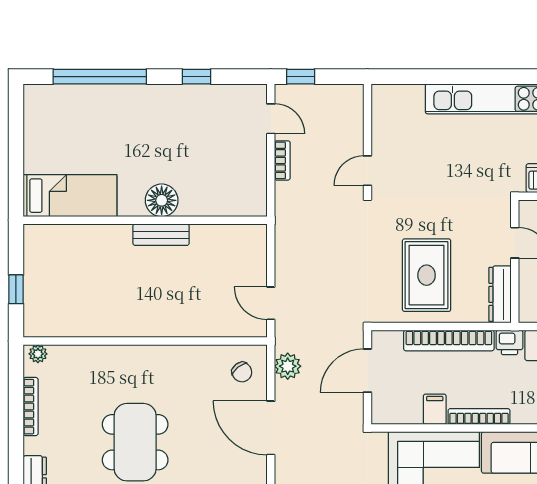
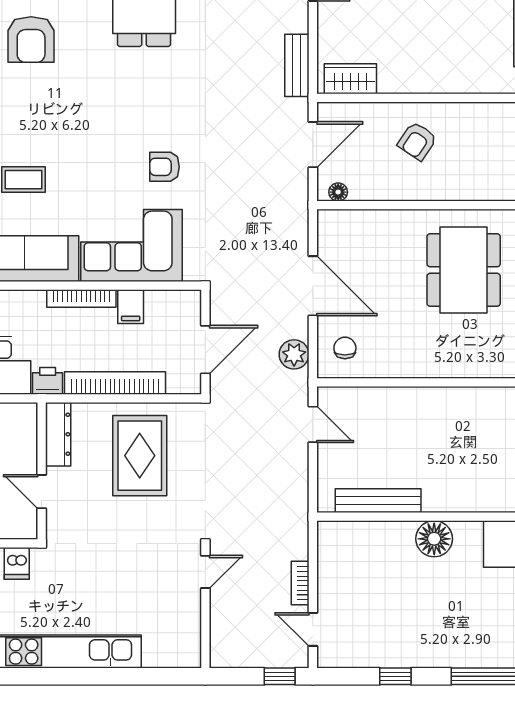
bench: (161, 235) -> (378, 501), moved, width x1.36
chair: (242, 372) -> (345, 348), turned 39

